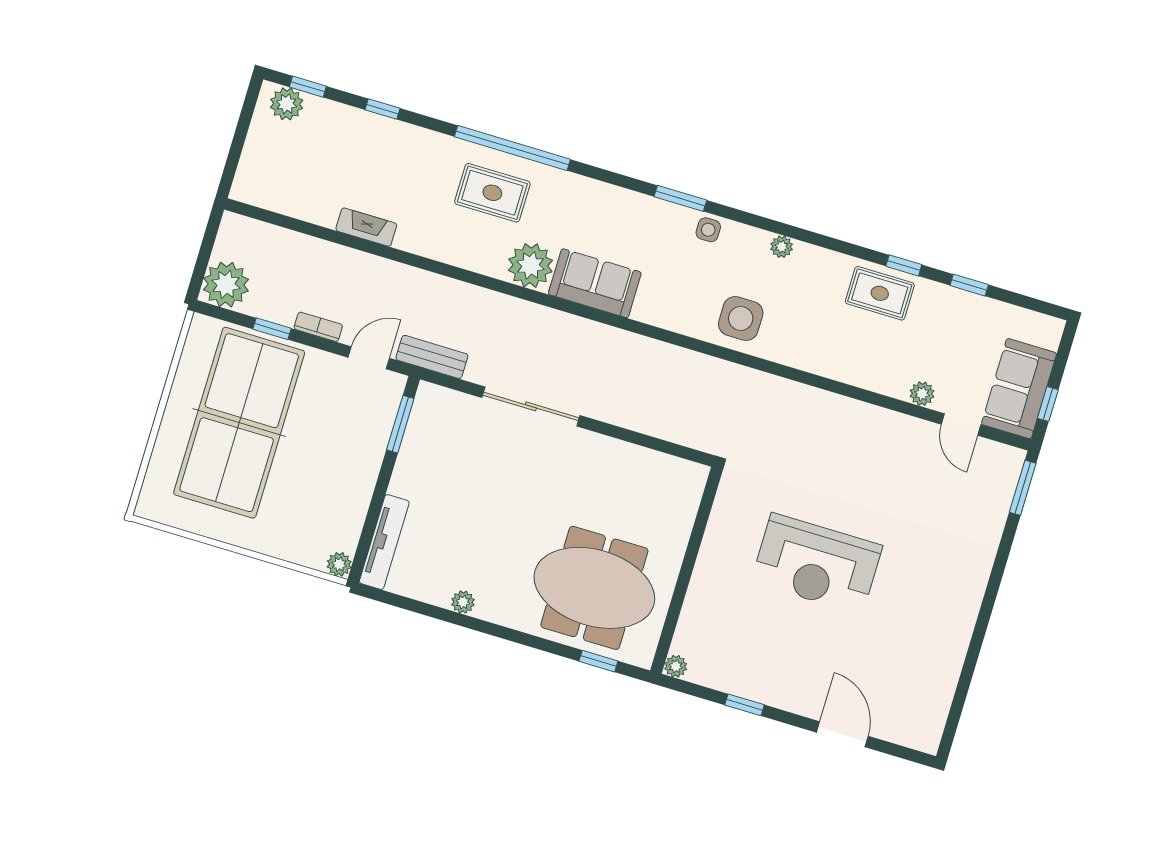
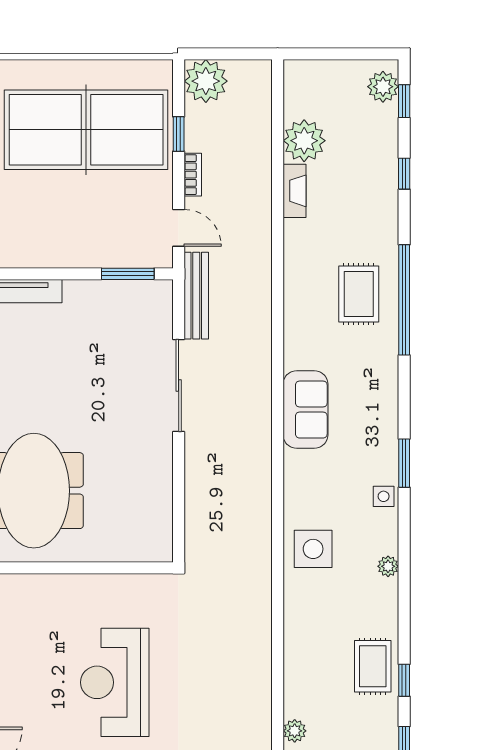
plant: (530, 265) -> (304, 141), moved
bench: (432, 357) -> (196, 296), width x1.36

